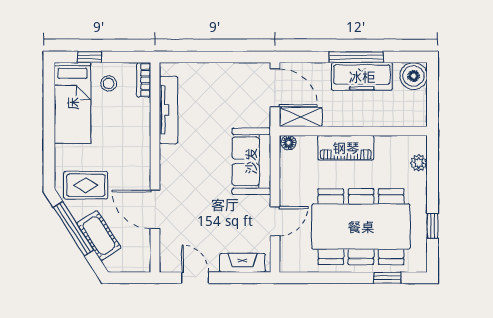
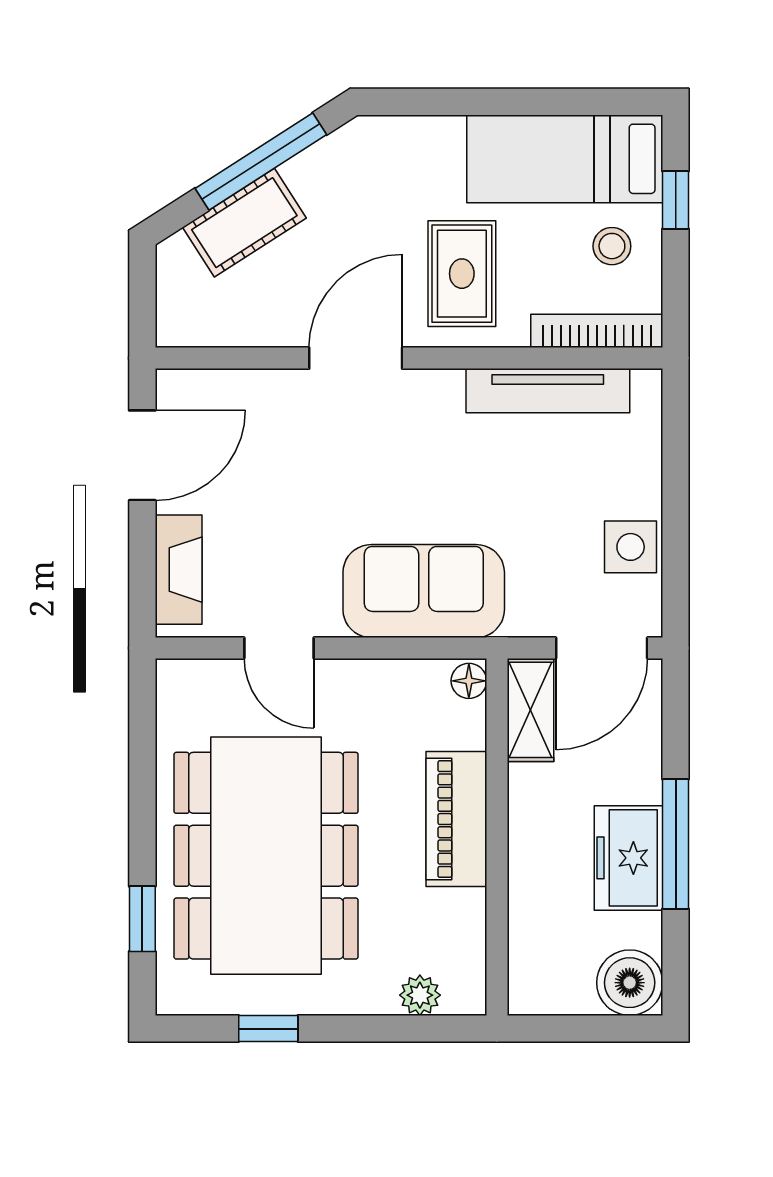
side table: (233, 76) -> (631, 547), added
freezer: (362, 77) -> (629, 858), width x0.71
bookcase: (144, 80) -> (597, 331), width x1.56
rug: (86, 185) -> (462, 274), moved
door: (155, 210) -> (356, 358), moved
door: (195, 278) -> (142, 455), width x1.38

